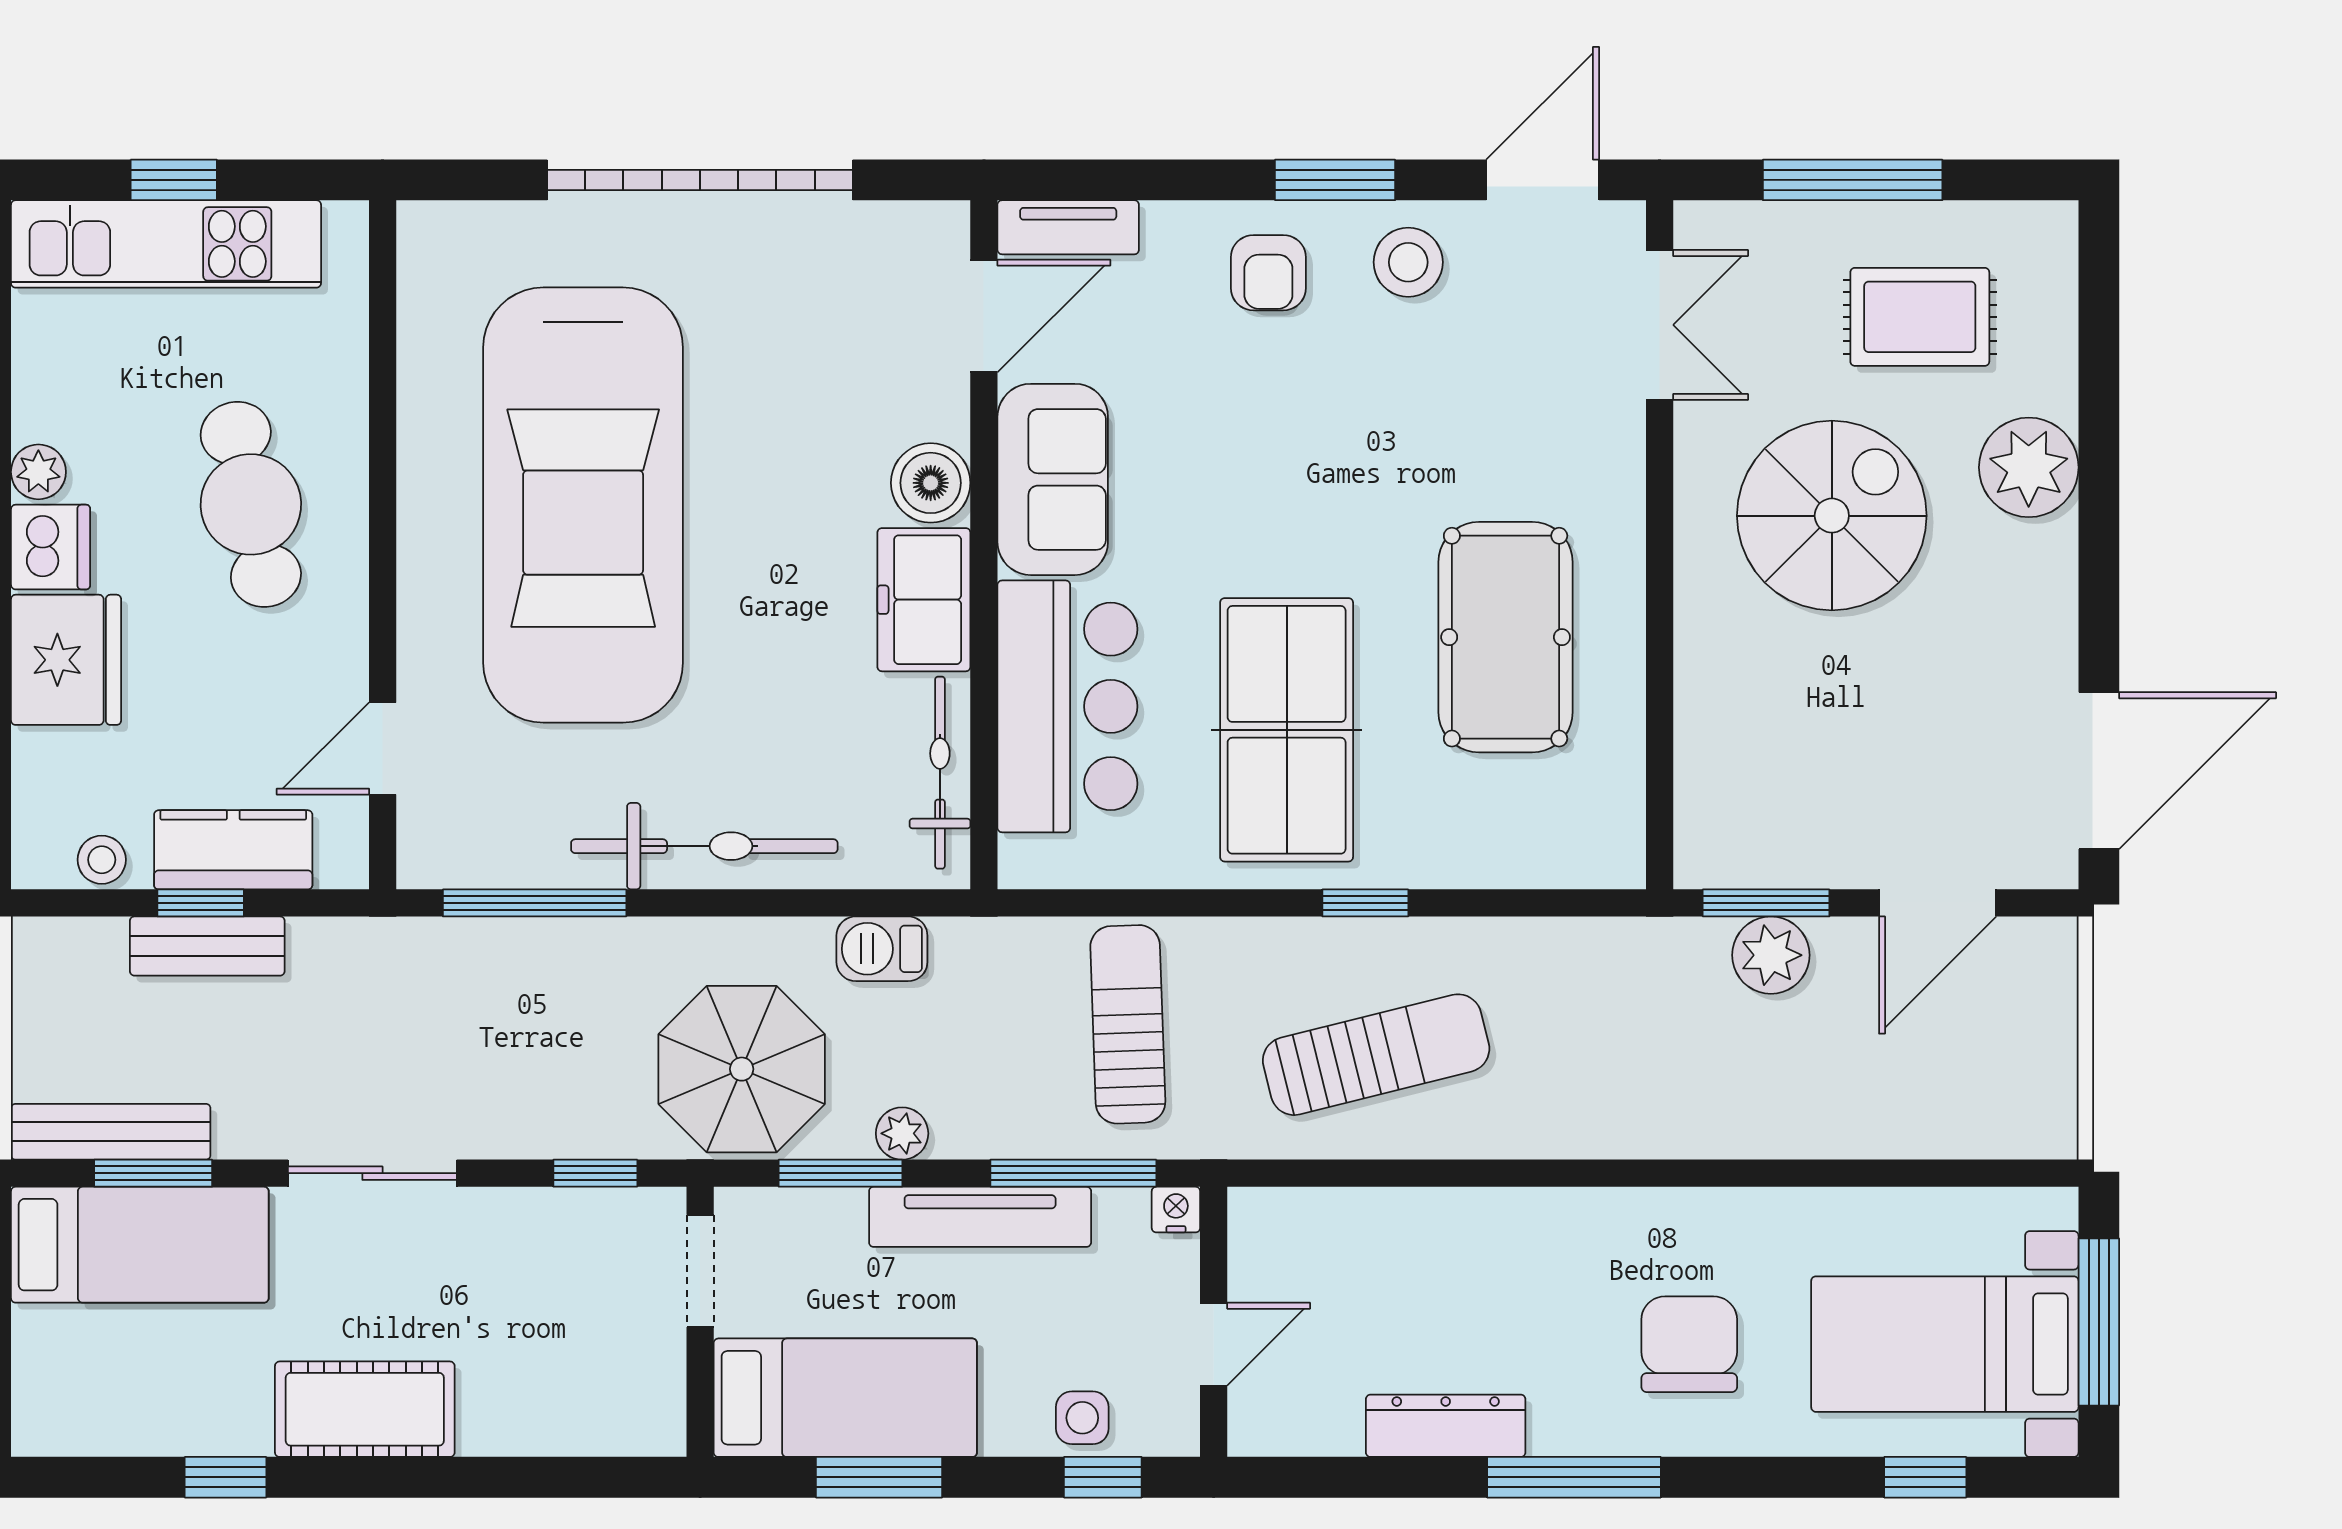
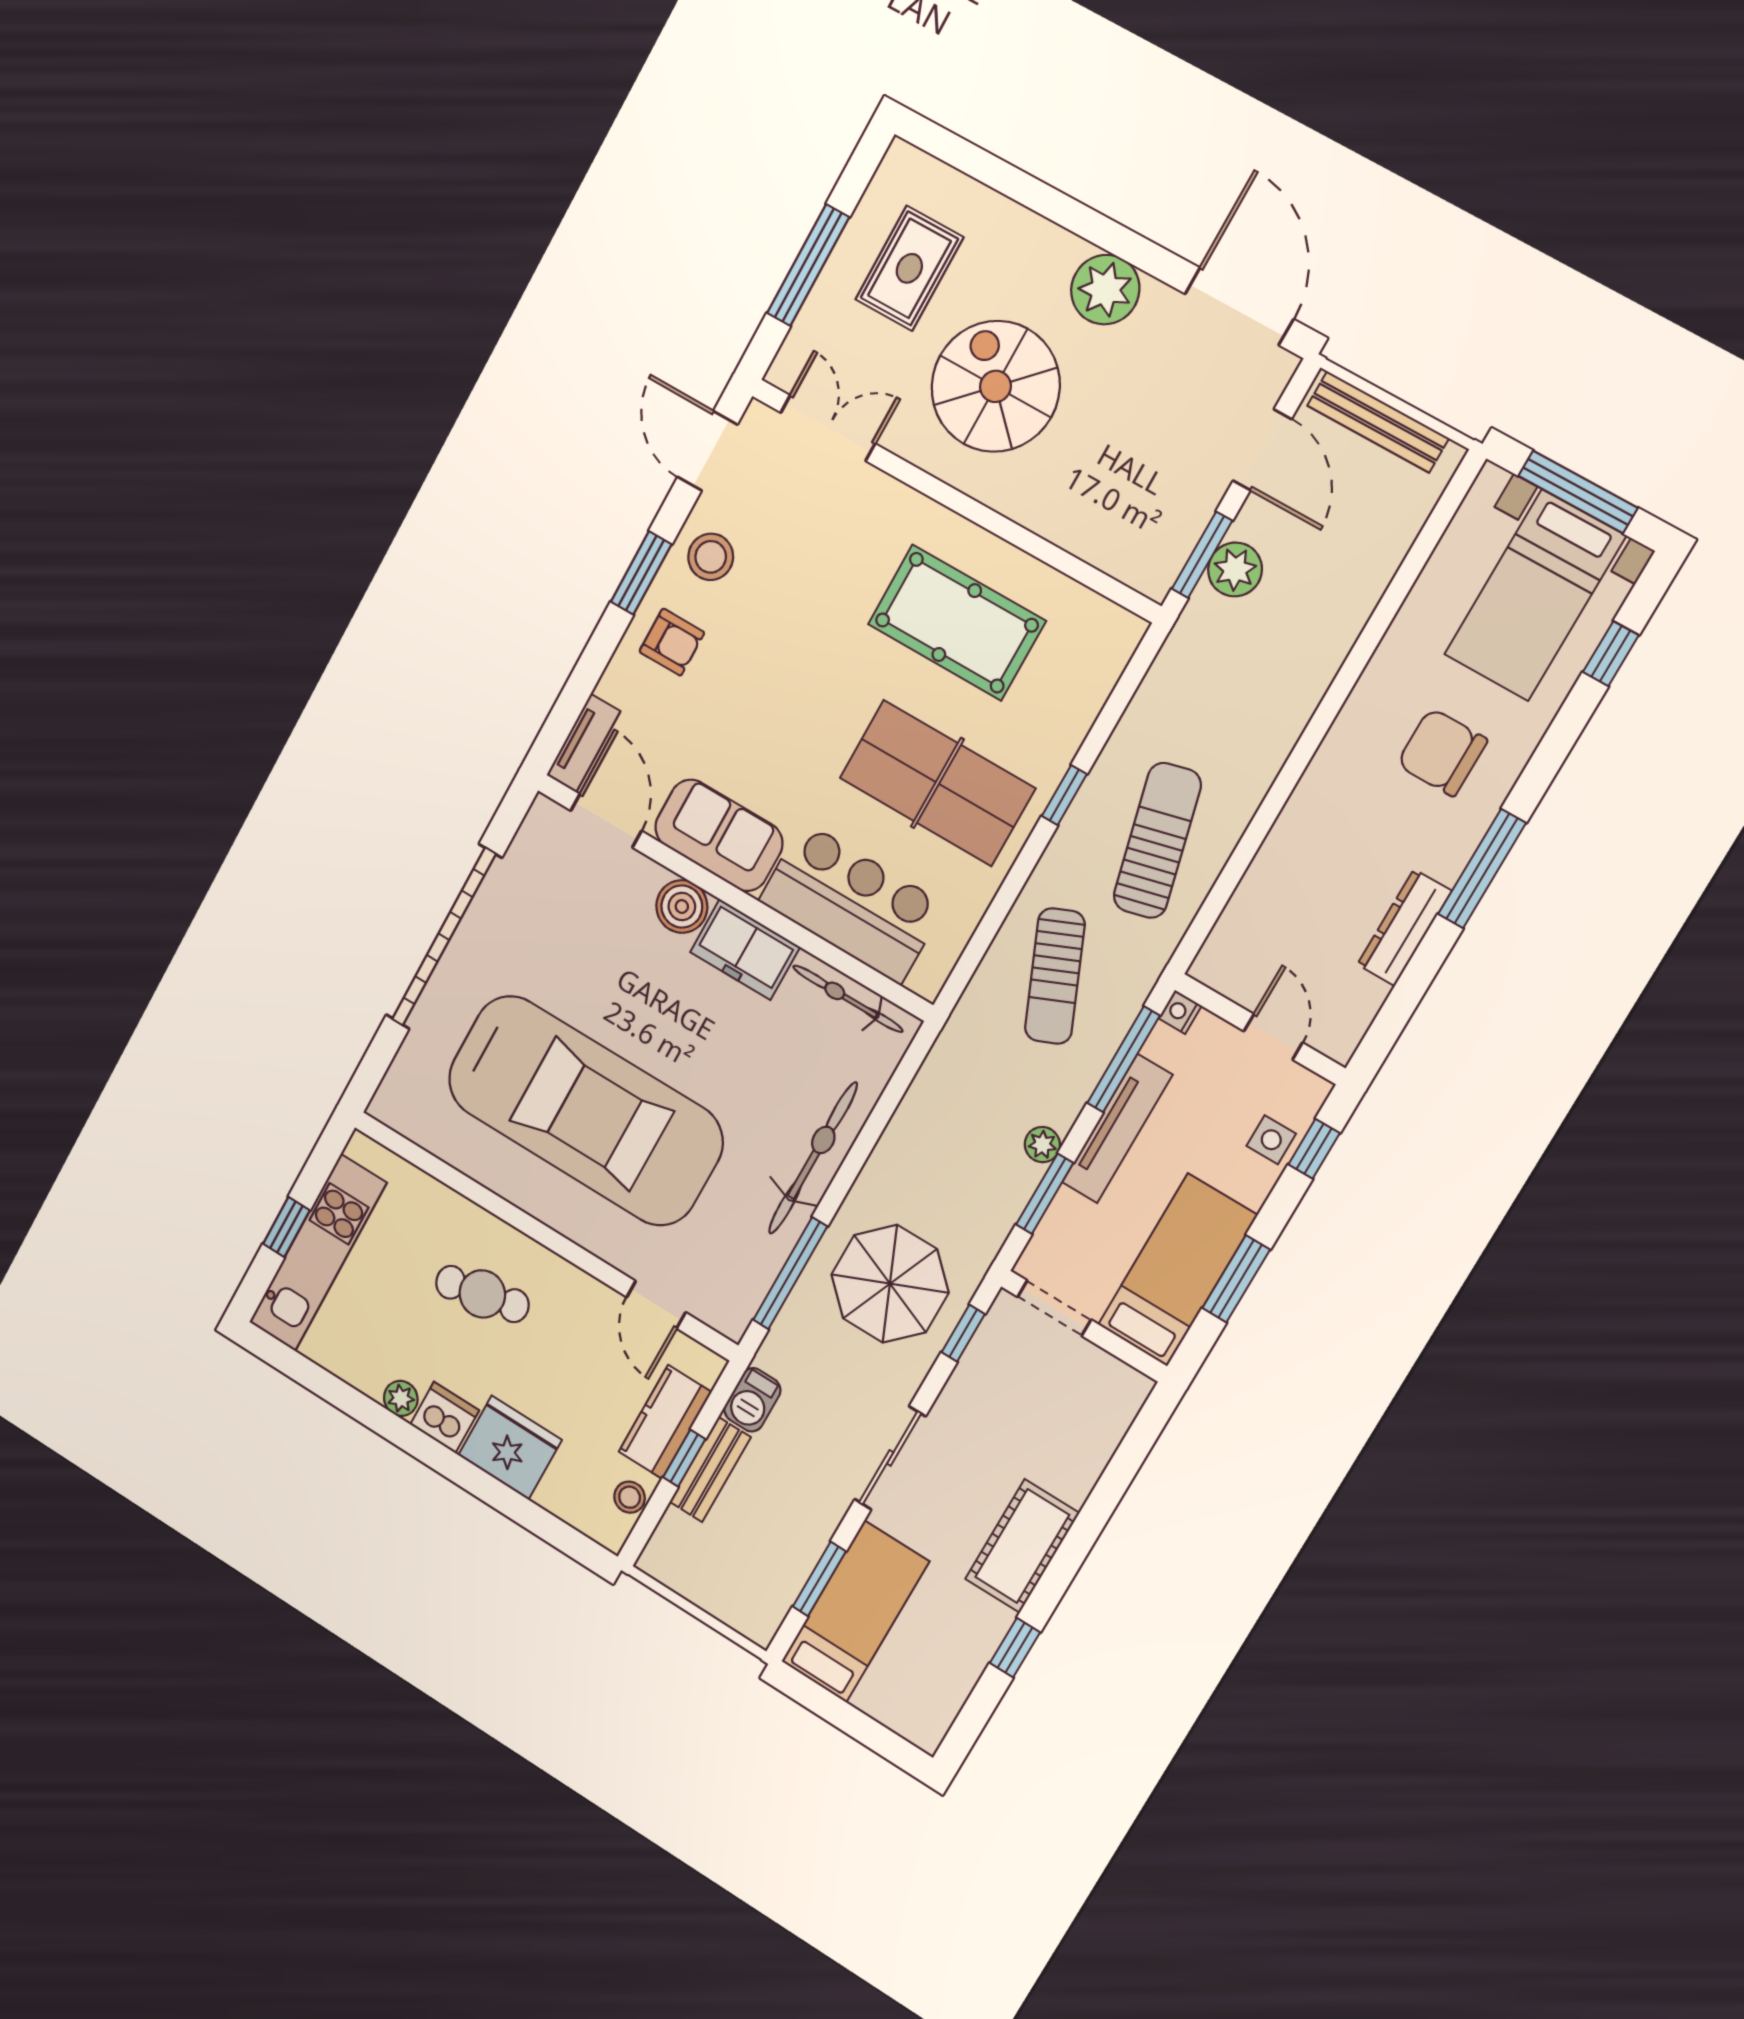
plant: (2029, 467) -> (1105, 290), moved
cafe table: (251, 504) -> (482, 1294), width x0.73, depth x0.74
barbecue: (882, 949) -> (752, 1400), moved
sun lounger: (1128, 1024) -> (1055, 976), turned -111
parasol: (742, 1069) -> (890, 1284), moved
bench: (111, 1132) -> (1378, 422), moved, turned 90

